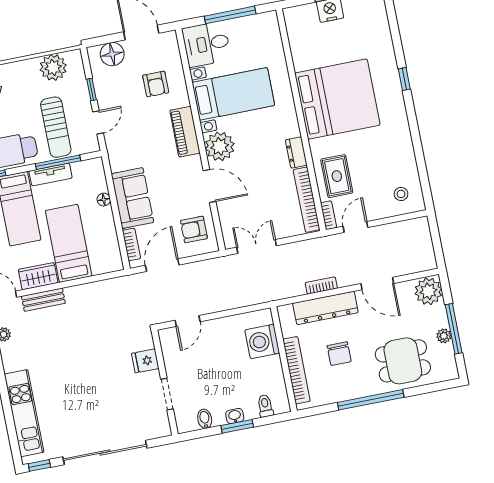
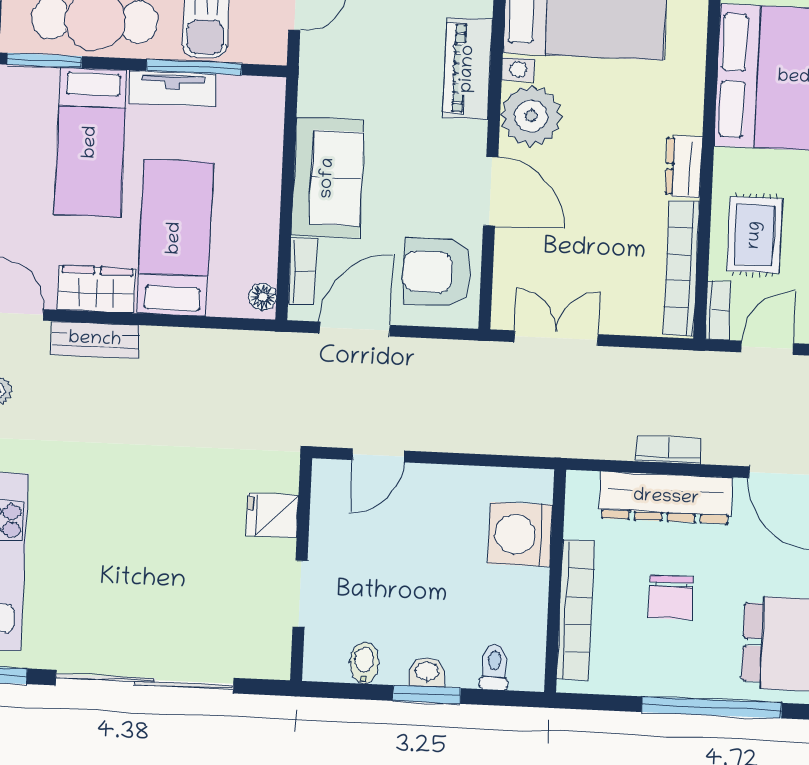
floor lamp: (104, 200) -> (263, 297), moved
armchair: (194, 229) -> (437, 272), width x1.38, depth x1.38

